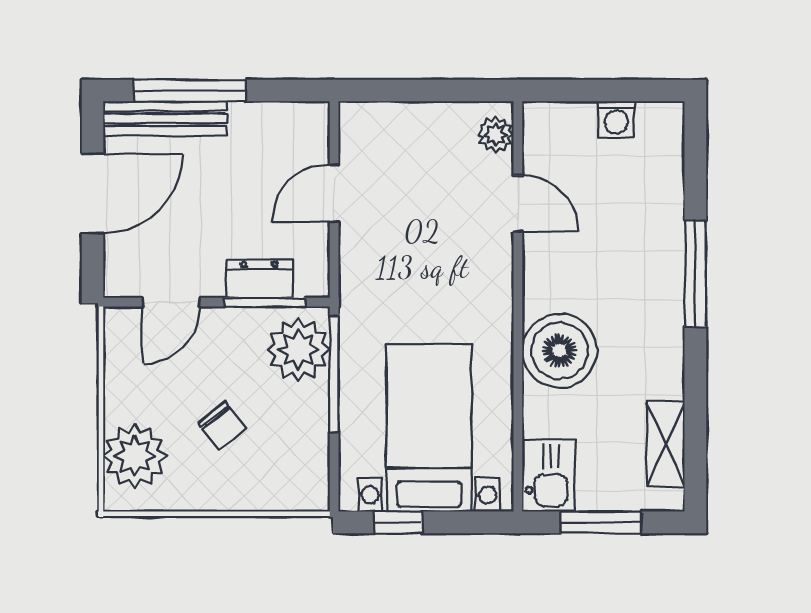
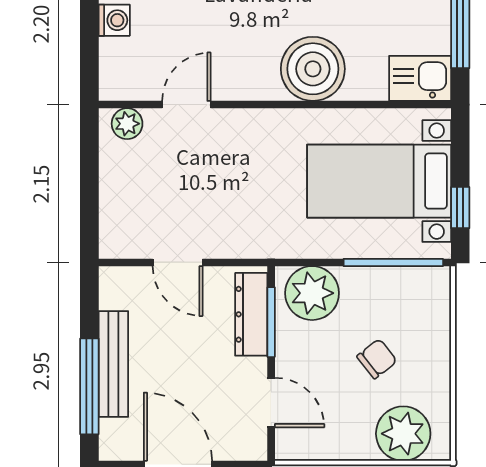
bench: (165, 118) -> (113, 364), moved
dresser: (259, 279) -> (251, 314), width x1.44
window: (334, 374) -> (393, 262), moved

